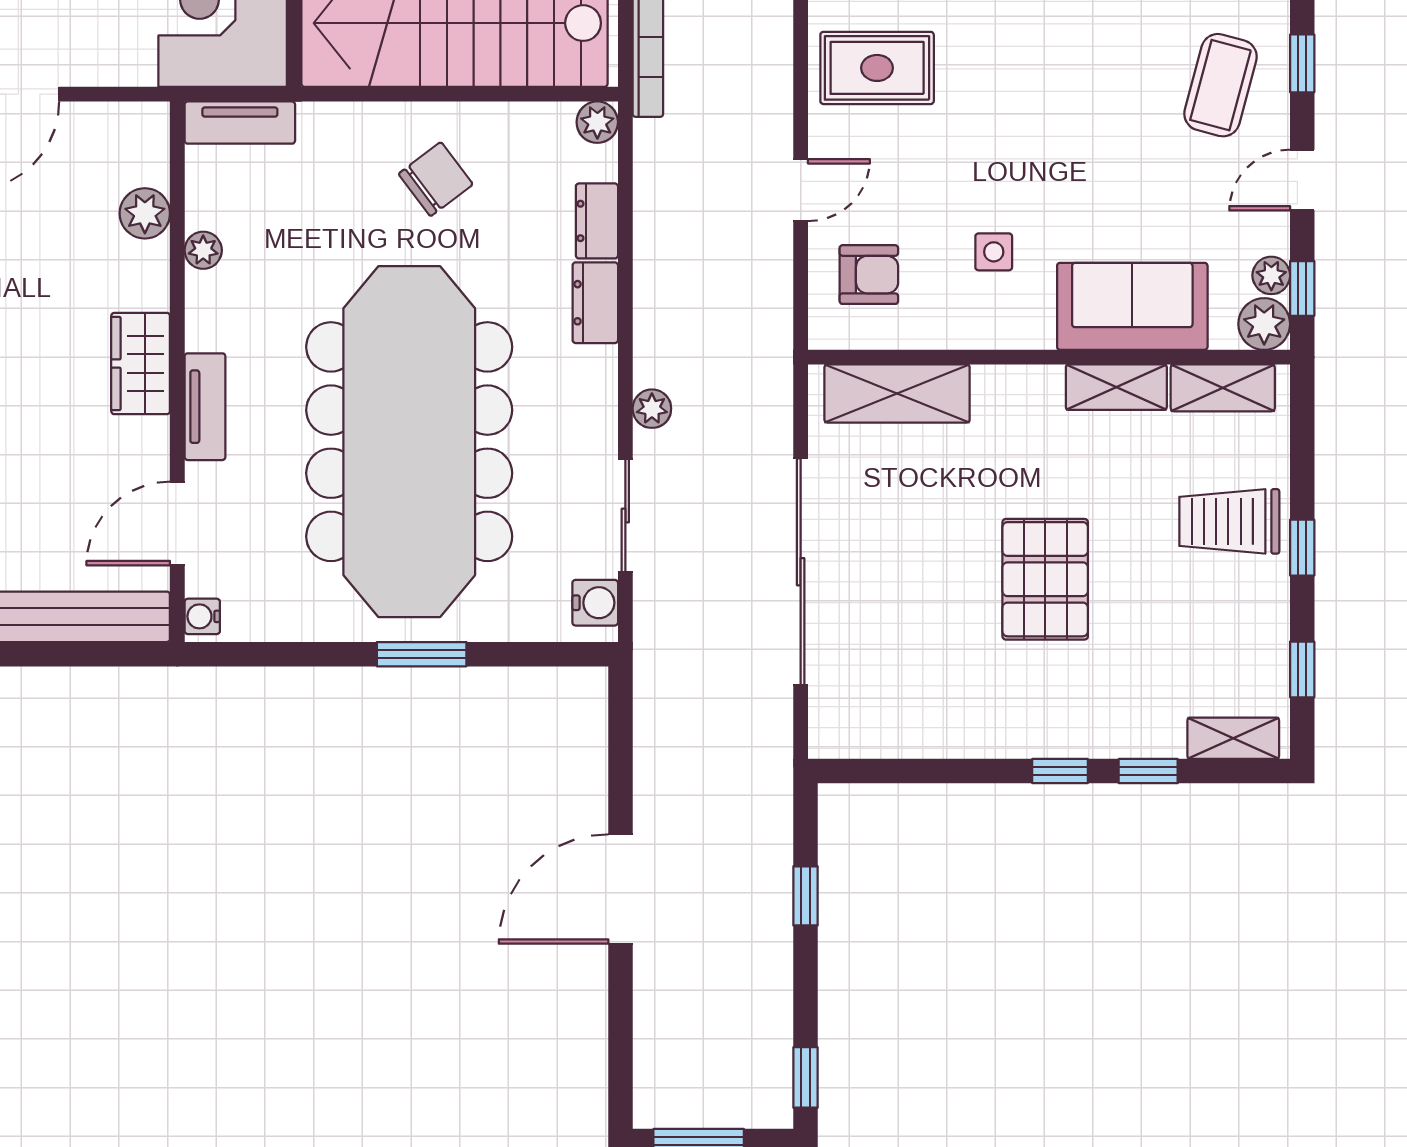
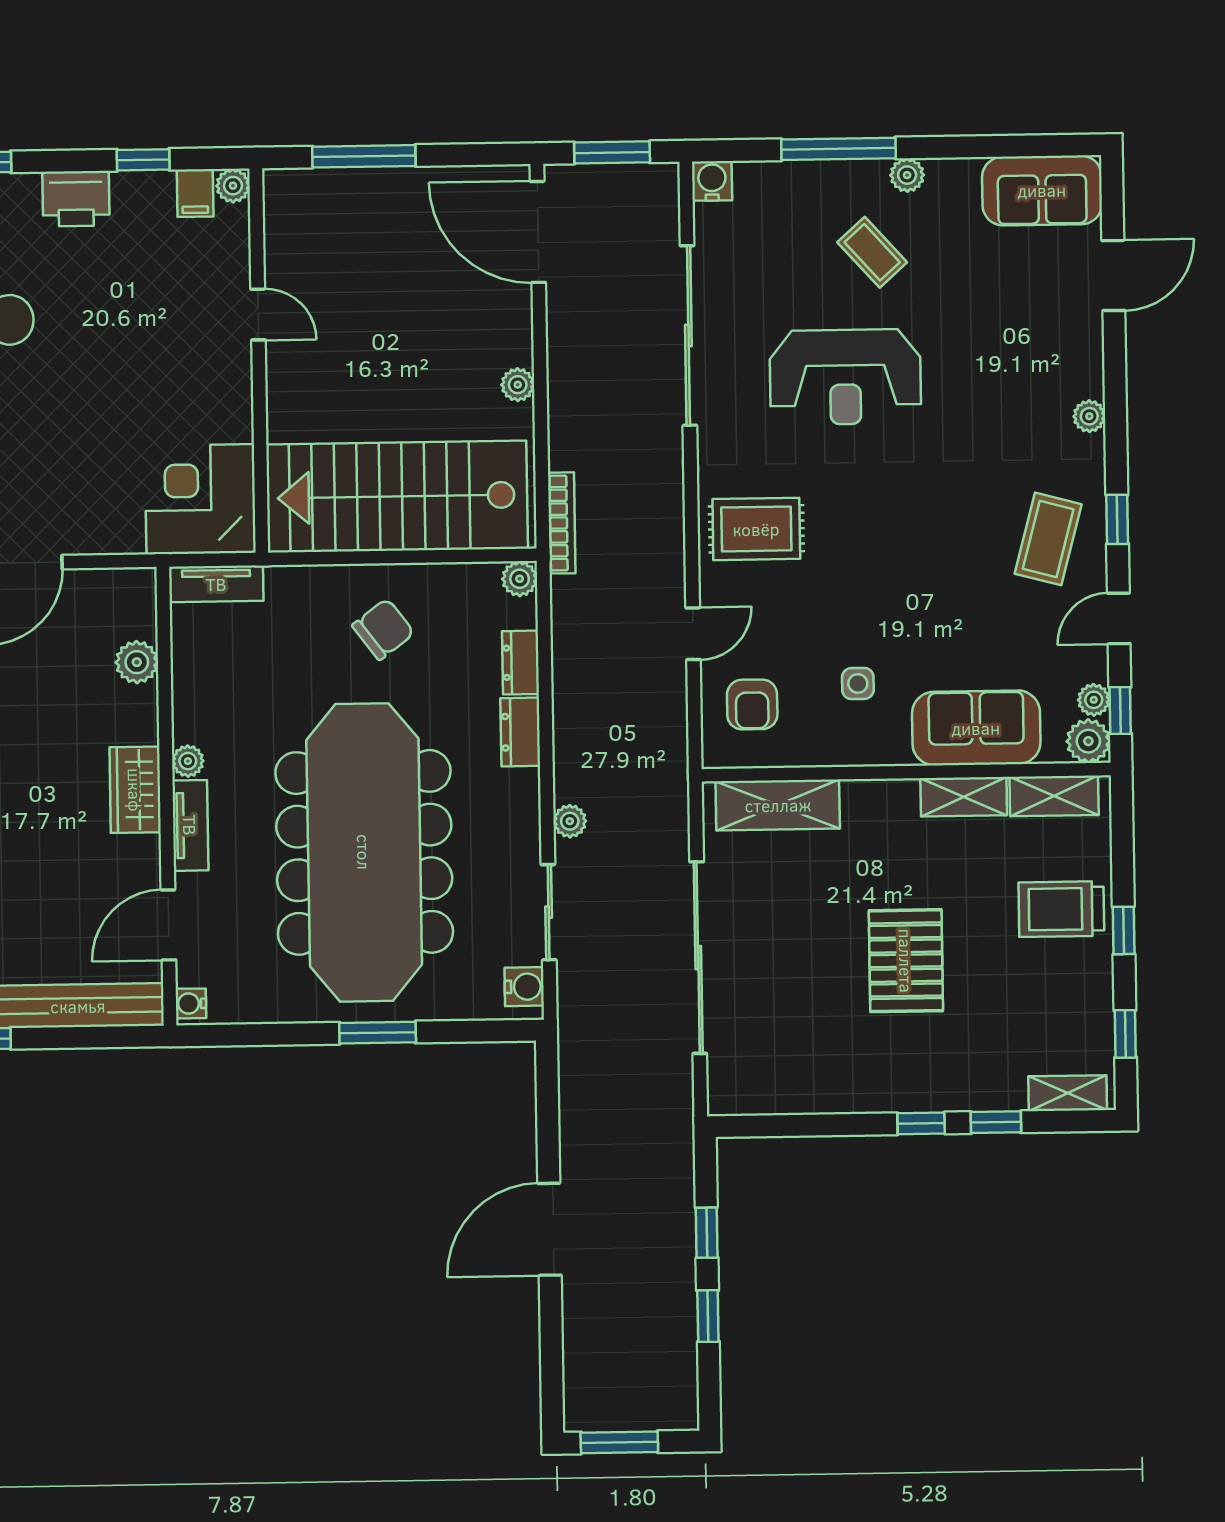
plant: (203, 250) -> (188, 761), moved
armchair: (869, 275) -> (752, 704), turned 90
window: (805, 1077) -> (708, 1316), moved

